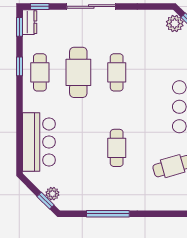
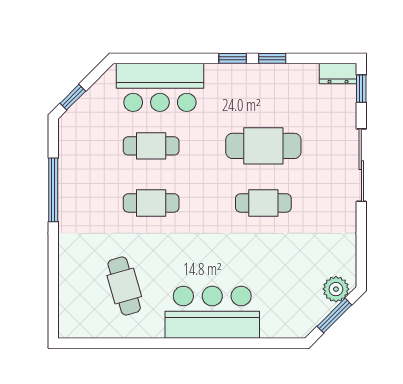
window: (19, 27) -> (233, 58), moved
cafe table: (40, 72) -> (151, 146), moved
plant: (52, 194) -> (83, 108), removed

